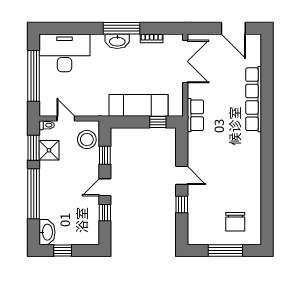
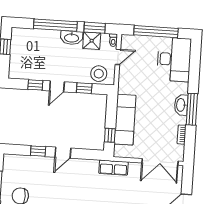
door: (105, 187) -> (57, 86), swing flipped
washbasin: (47, 232) -> (72, 38), moved

